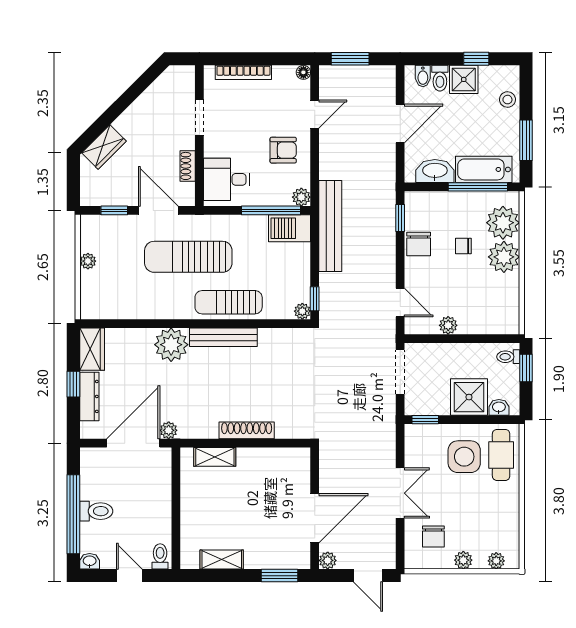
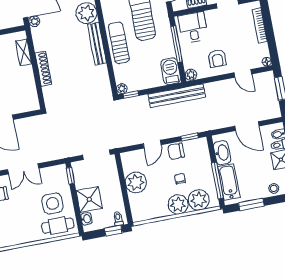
window: (271, 210) -> (177, 44), moved
door: (400, 303) -> (152, 144), moved
plant: (448, 325) -> (136, 182), width x1.87, depth x1.87

